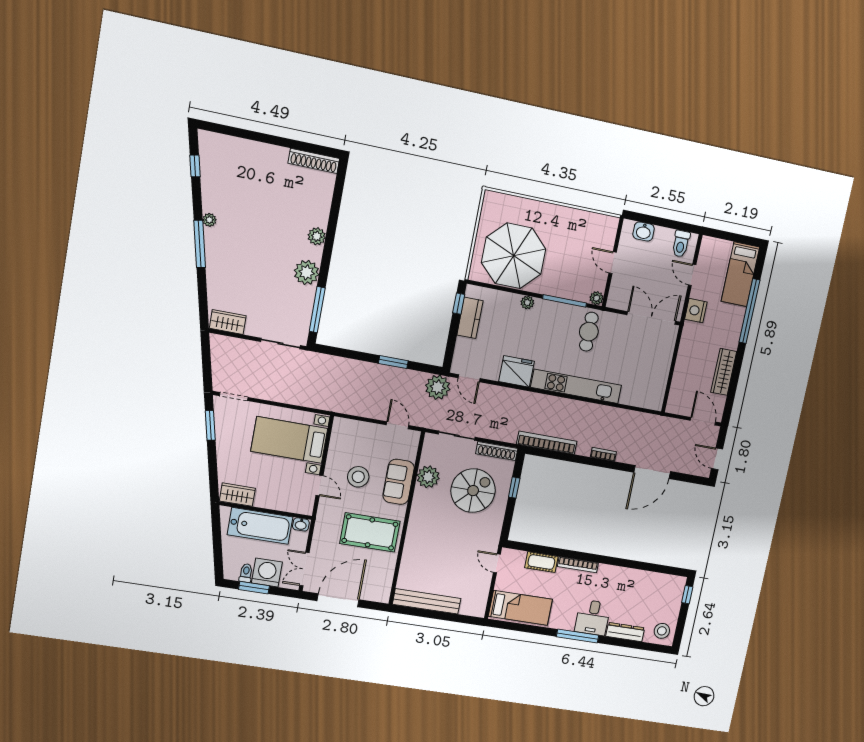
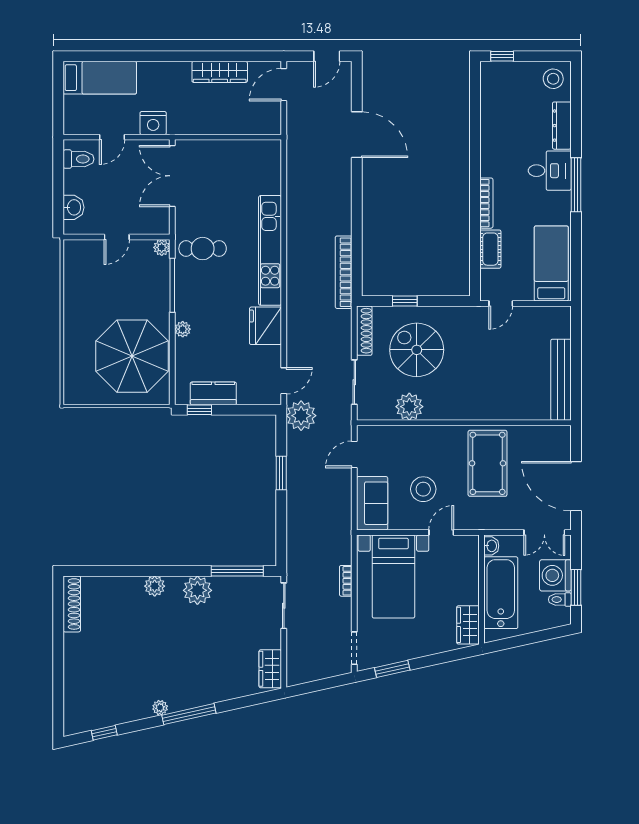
window: (749, 311) -> (141, 56), removed
bookcase: (603, 454) -> (346, 581), moved
sofa: (399, 482) -> (372, 503), moved, turned -90

